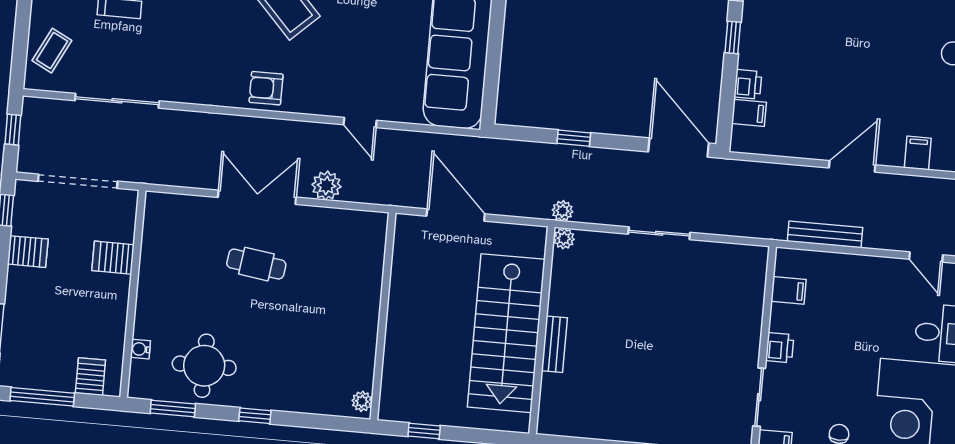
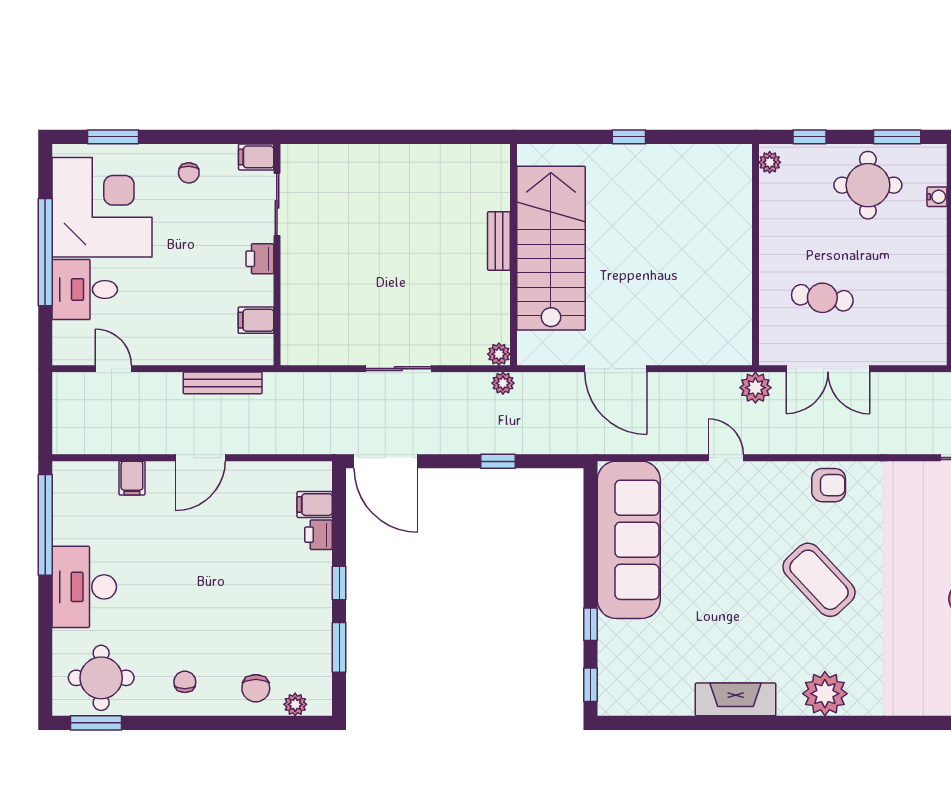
wall: (383, 316) -> (756, 255), moved
plant: (362, 401) -> (770, 162), moved

